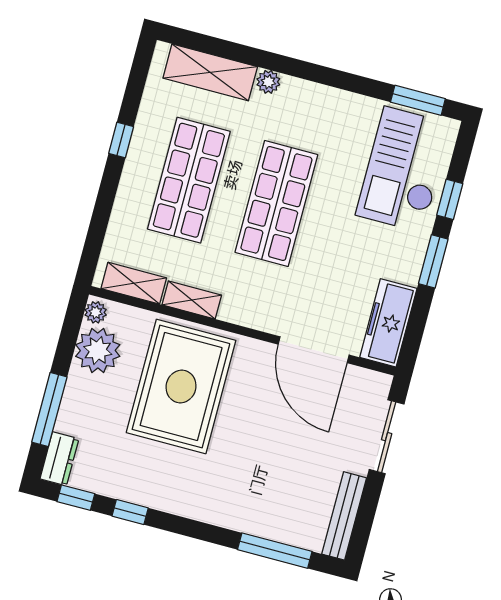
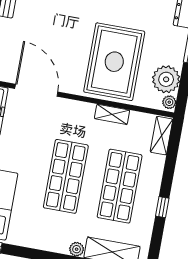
shelving: (134, 283) -> (162, 136), moved, turned 90

